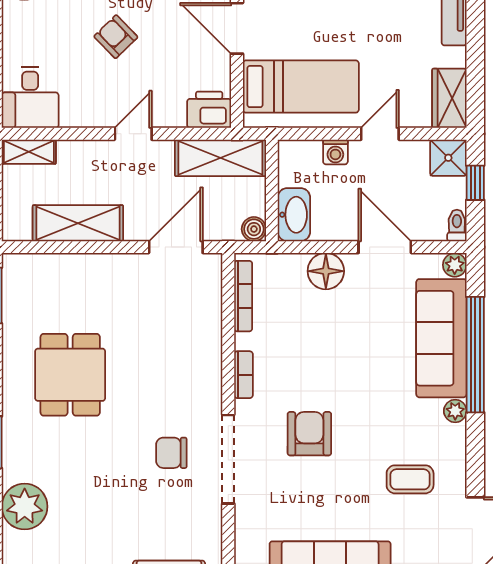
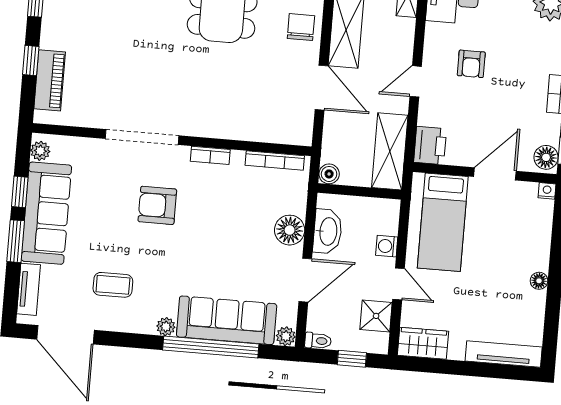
armchair: (116, 37) -> (471, 64), moved, turned 134
door: (133, 134) -> (416, 81), swing flipped
shower: (448, 158) -> (376, 316), moved
washbasin: (294, 215) -> (328, 231), moved, turned -90
door: (176, 247) -> (321, 88), moved
armchair: (309, 434) -> (157, 205), turned 180
chair: (171, 453) -> (301, 27), moved
coffee table: (410, 479) -> (113, 285), turned 90

